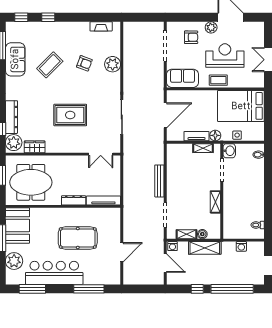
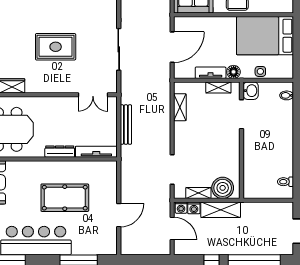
bench: (159, 181) -> (126, 125), moved
shelving: (215, 202) -> (180, 107), moved
boiler: (202, 234) -> (223, 188), width x1.86, depth x1.86
washing machine: (241, 246) -> (194, 208), moved

